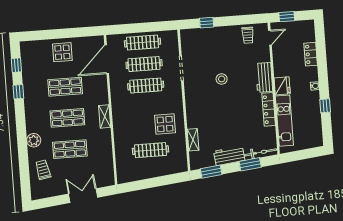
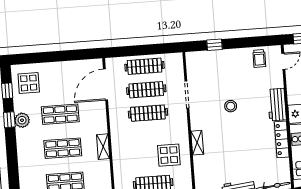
display table: (62, 52) -> (29, 83), moved
plant: (34, 140) -> (22, 120), moved
shelving: (193, 140) -> (197, 143), moved

